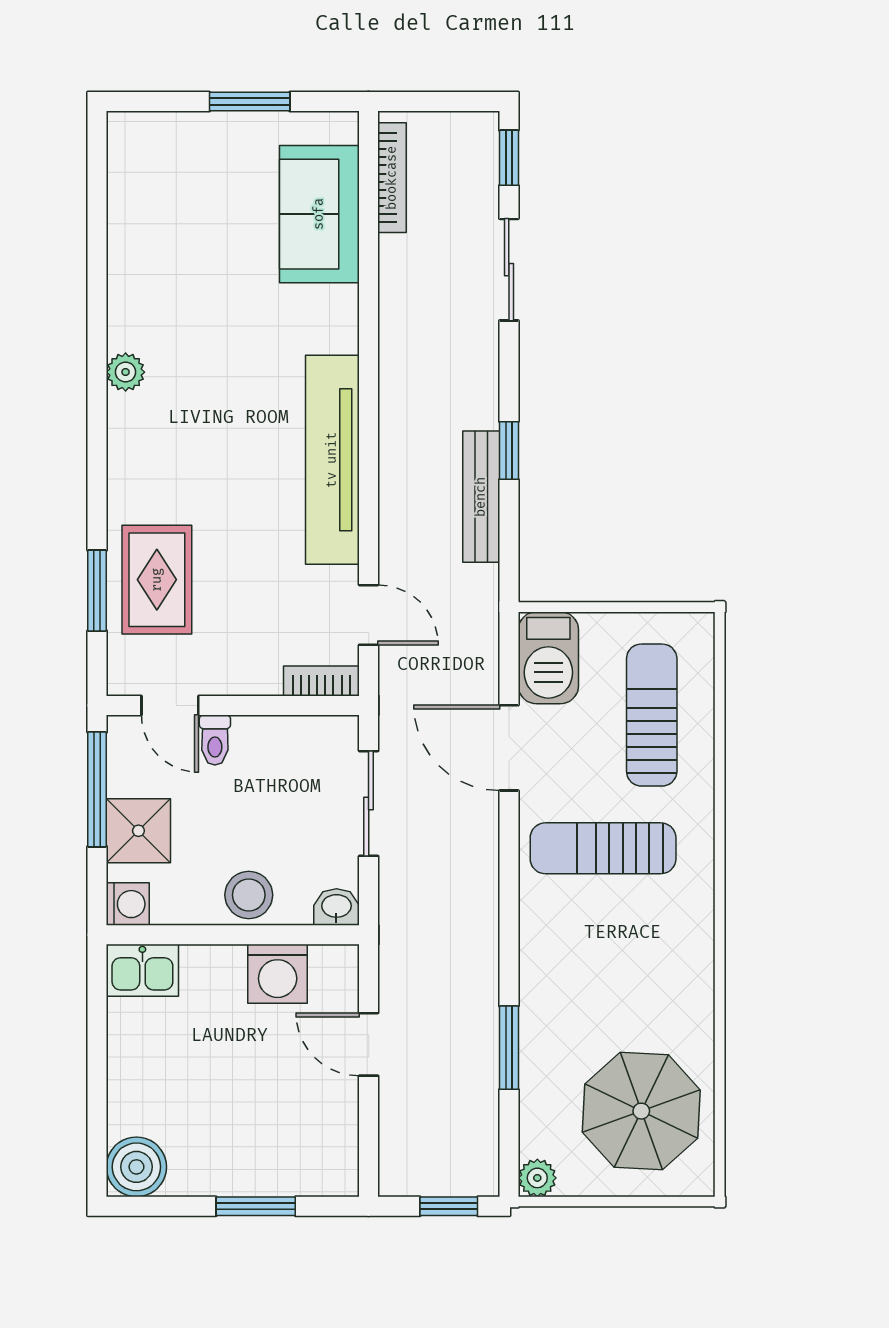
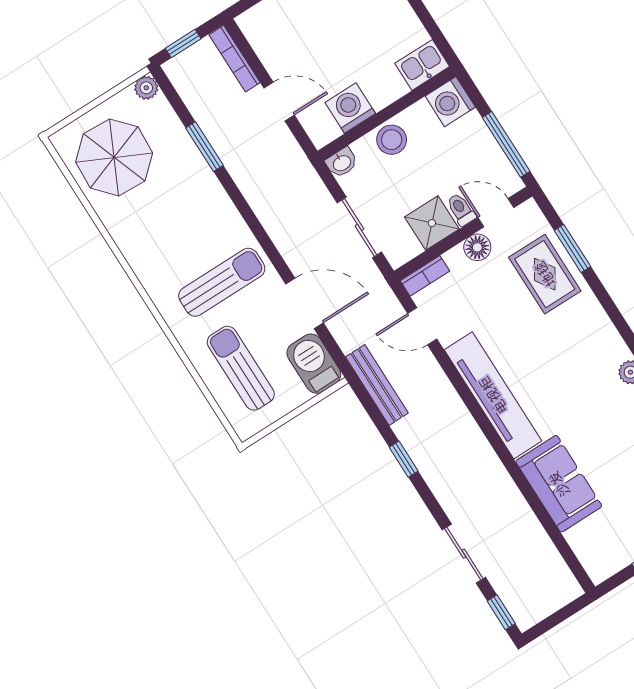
bookcase: (392, 178) -> (235, 59), moved
sofa: (319, 214) -> (559, 484), moved
bench: (481, 497) -> (377, 385), moved
floor lamp: (225, 674) -> (477, 247), added
sun lounger: (652, 715) -> (241, 368), turned 180
shower: (138, 831) -> (432, 223), moved
washing machine: (128, 904) -> (450, 102), width x1.38, depth x1.38

